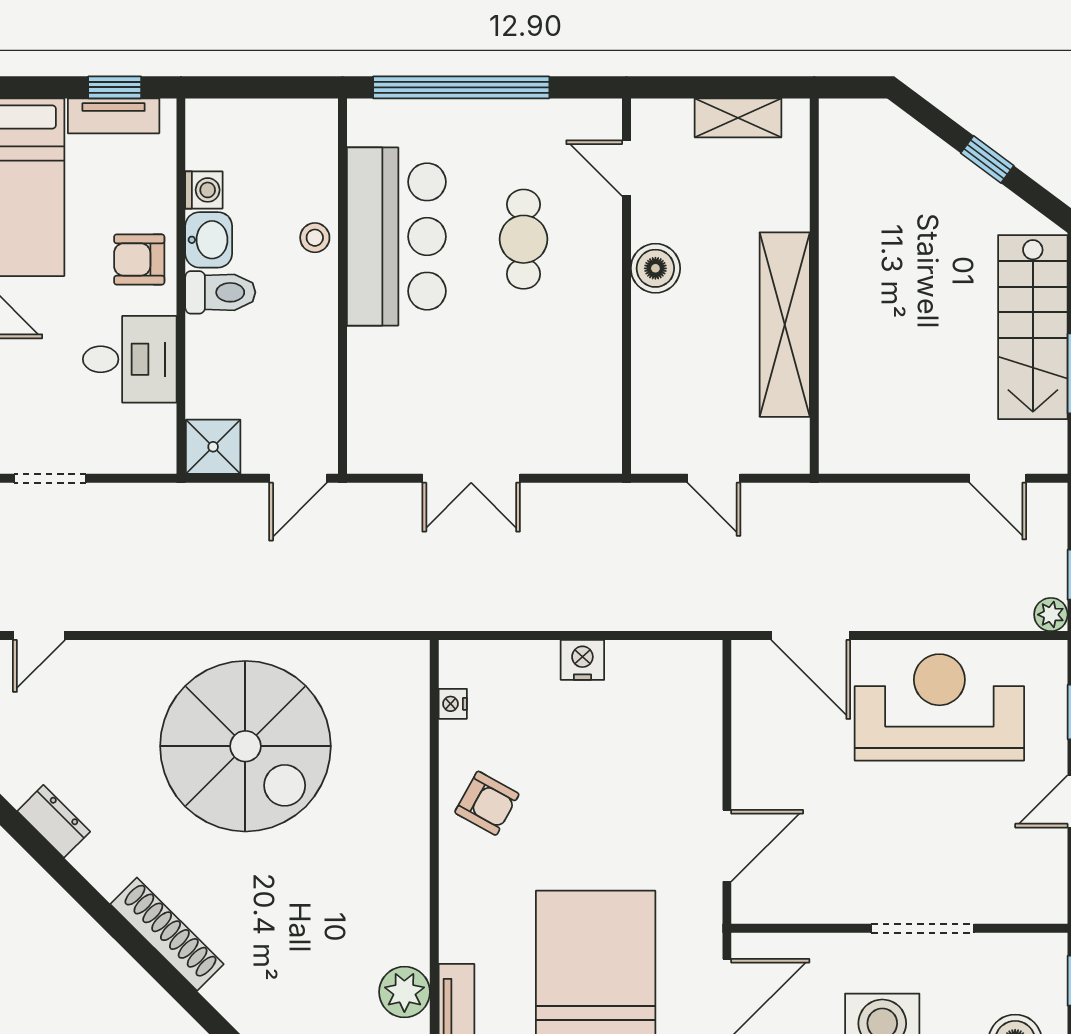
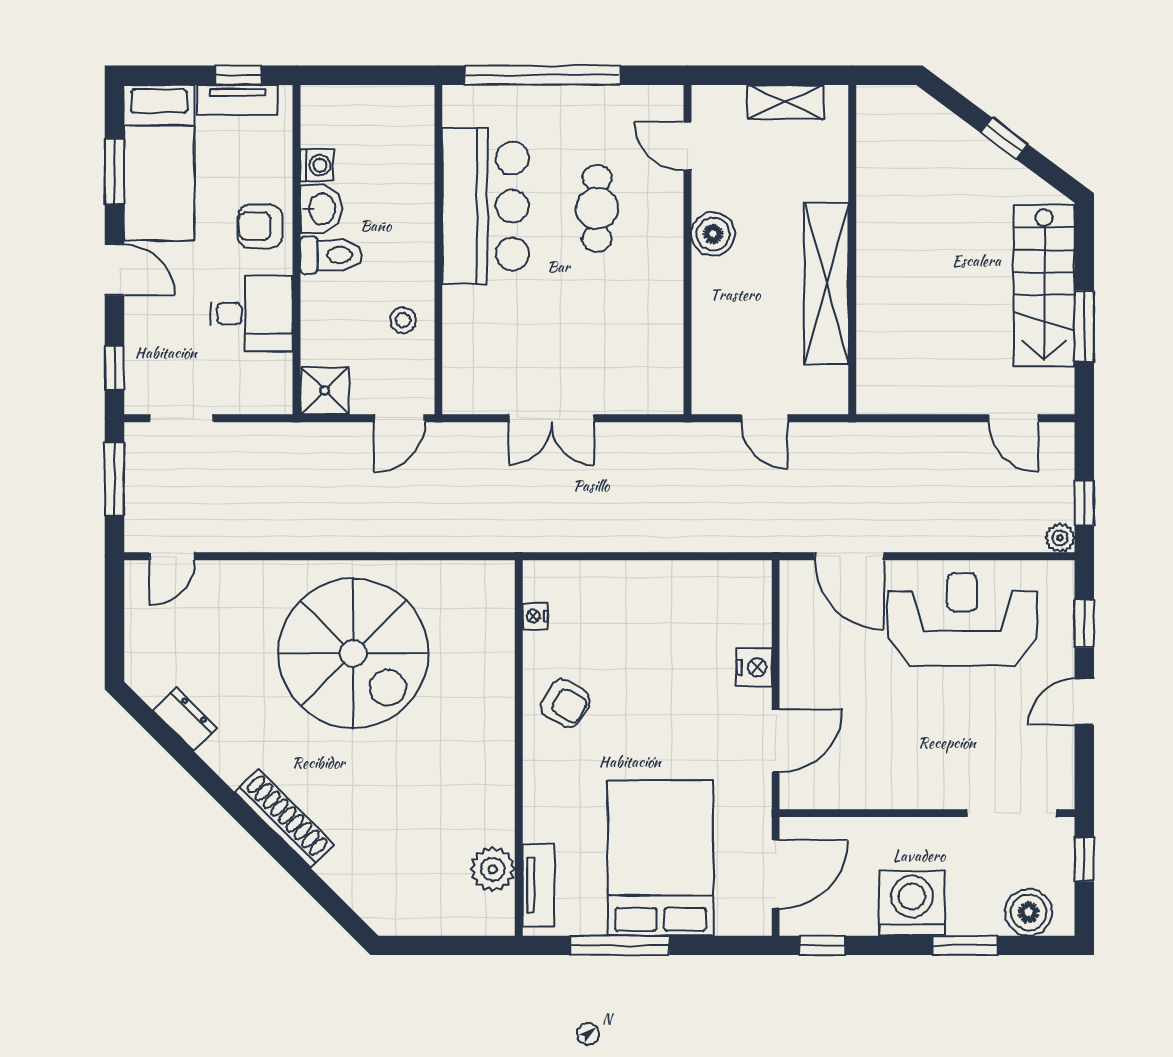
stool: (315, 238) -> (403, 320), moved
nightstand: (582, 660) -> (754, 667), moved, turned 90
doorway: (923, 928) -> (1012, 813), moved

